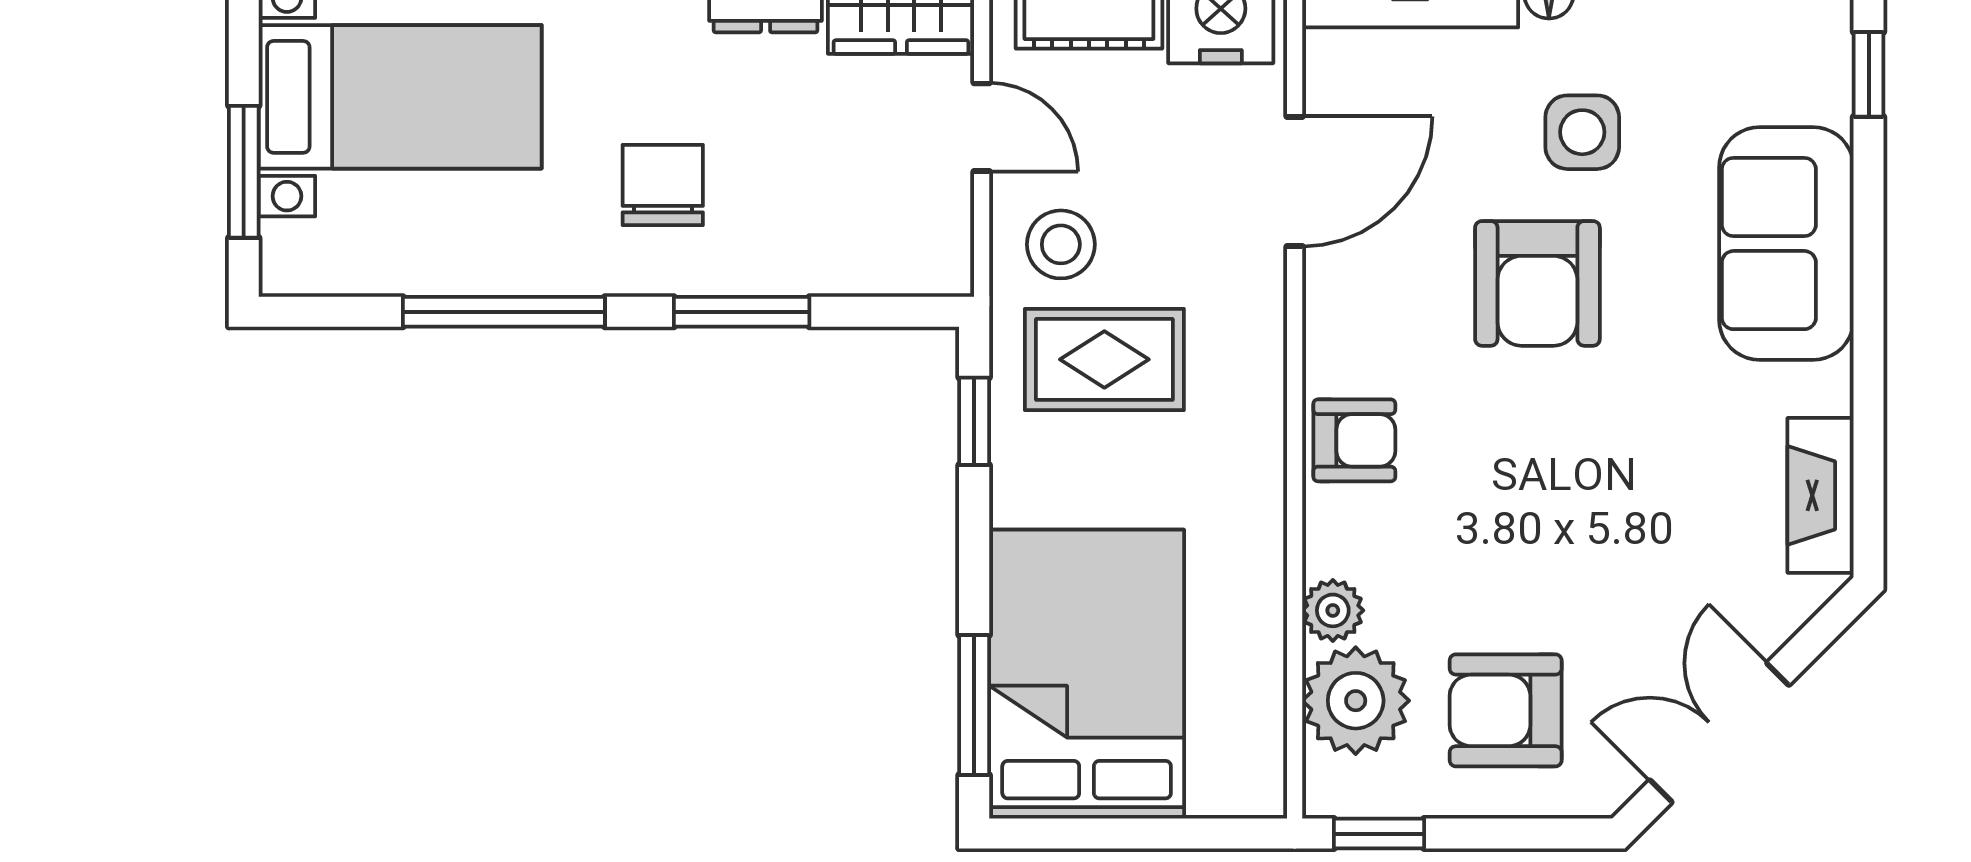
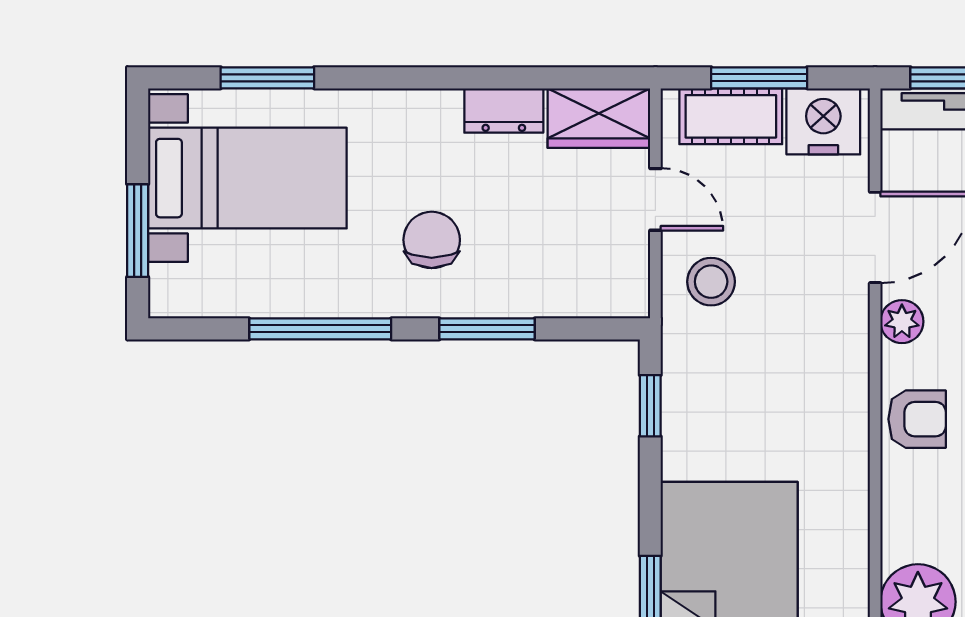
rug: (1104, 359) -> (742, 362), removed
plant: (1333, 610) -> (902, 322), moved

